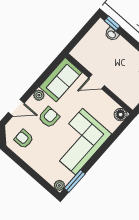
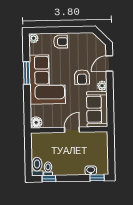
armchair: (24, 139) -> (61, 42), moved
window: (75, 181) -> (27, 73), moved

